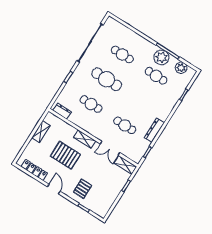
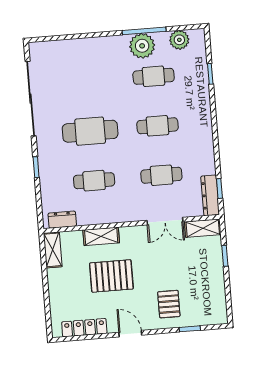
cafe table: (122, 55) -> (157, 126), moved
dresser: (154, 130) -> (210, 195), moved
shelving: (41, 132) -> (53, 250), moved
shelving: (84, 139) -> (101, 236), moved

